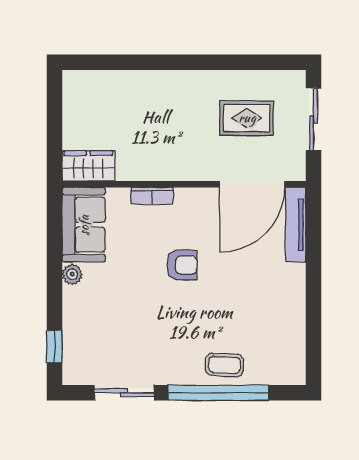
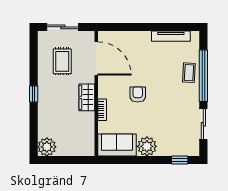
window: (183, 62) -> (34, 94), added
plant: (80, 88) -> (47, 147), added
wardrobe: (88, 166) -> (87, 97), moved
tv unit: (296, 225) -> (171, 36), moved
plant: (72, 274) -> (147, 146), width x1.88, depth x1.88

